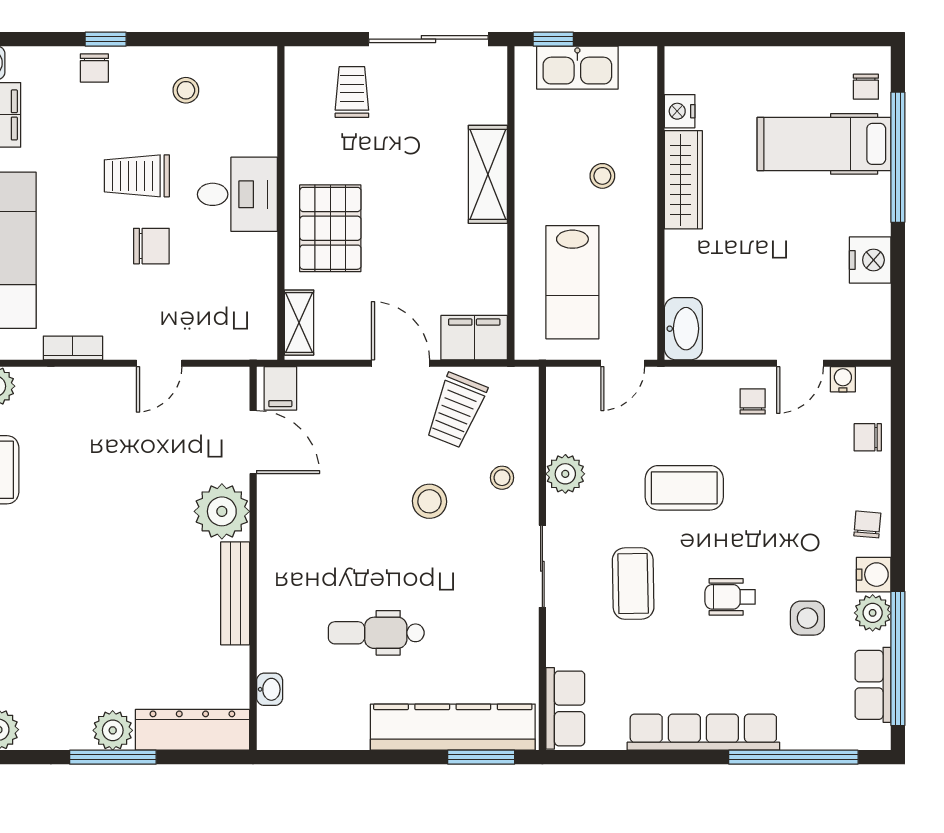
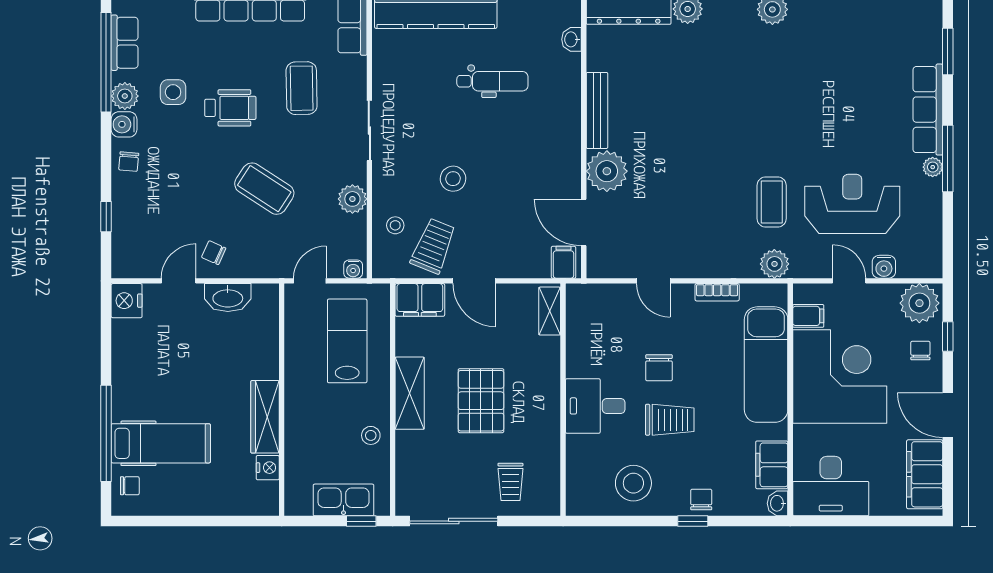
chair: (866, 87) -> (130, 486), turned 90
stool: (186, 90) -> (633, 483), width x1.89, depth x1.89
shelving: (488, 174) -> (410, 393), moved
stool: (602, 176) -> (371, 435), moved
pallet: (330, 228) -> (481, 401), moved
chair: (151, 246) -> (659, 368), turned -90
nightstand: (870, 260) -> (127, 301), moved
washbasin: (683, 329) -> (228, 298), moved, turned -90
door: (159, 363) -> (653, 281), swing flipped
water cooler: (843, 379) -> (353, 269), moved
chair: (753, 401) -> (214, 253), turned 114
chair: (868, 437) -> (128, 226), removed
window: (898, 450) -> (106, 217), added
stool: (502, 478) -> (395, 225), moved
coffee table: (684, 488) -> (264, 189), turned 33
coffee table: (633, 584) -> (302, 88), moved
wheelchair: (730, 597) -> (230, 108), width x1.36, depth x1.37

